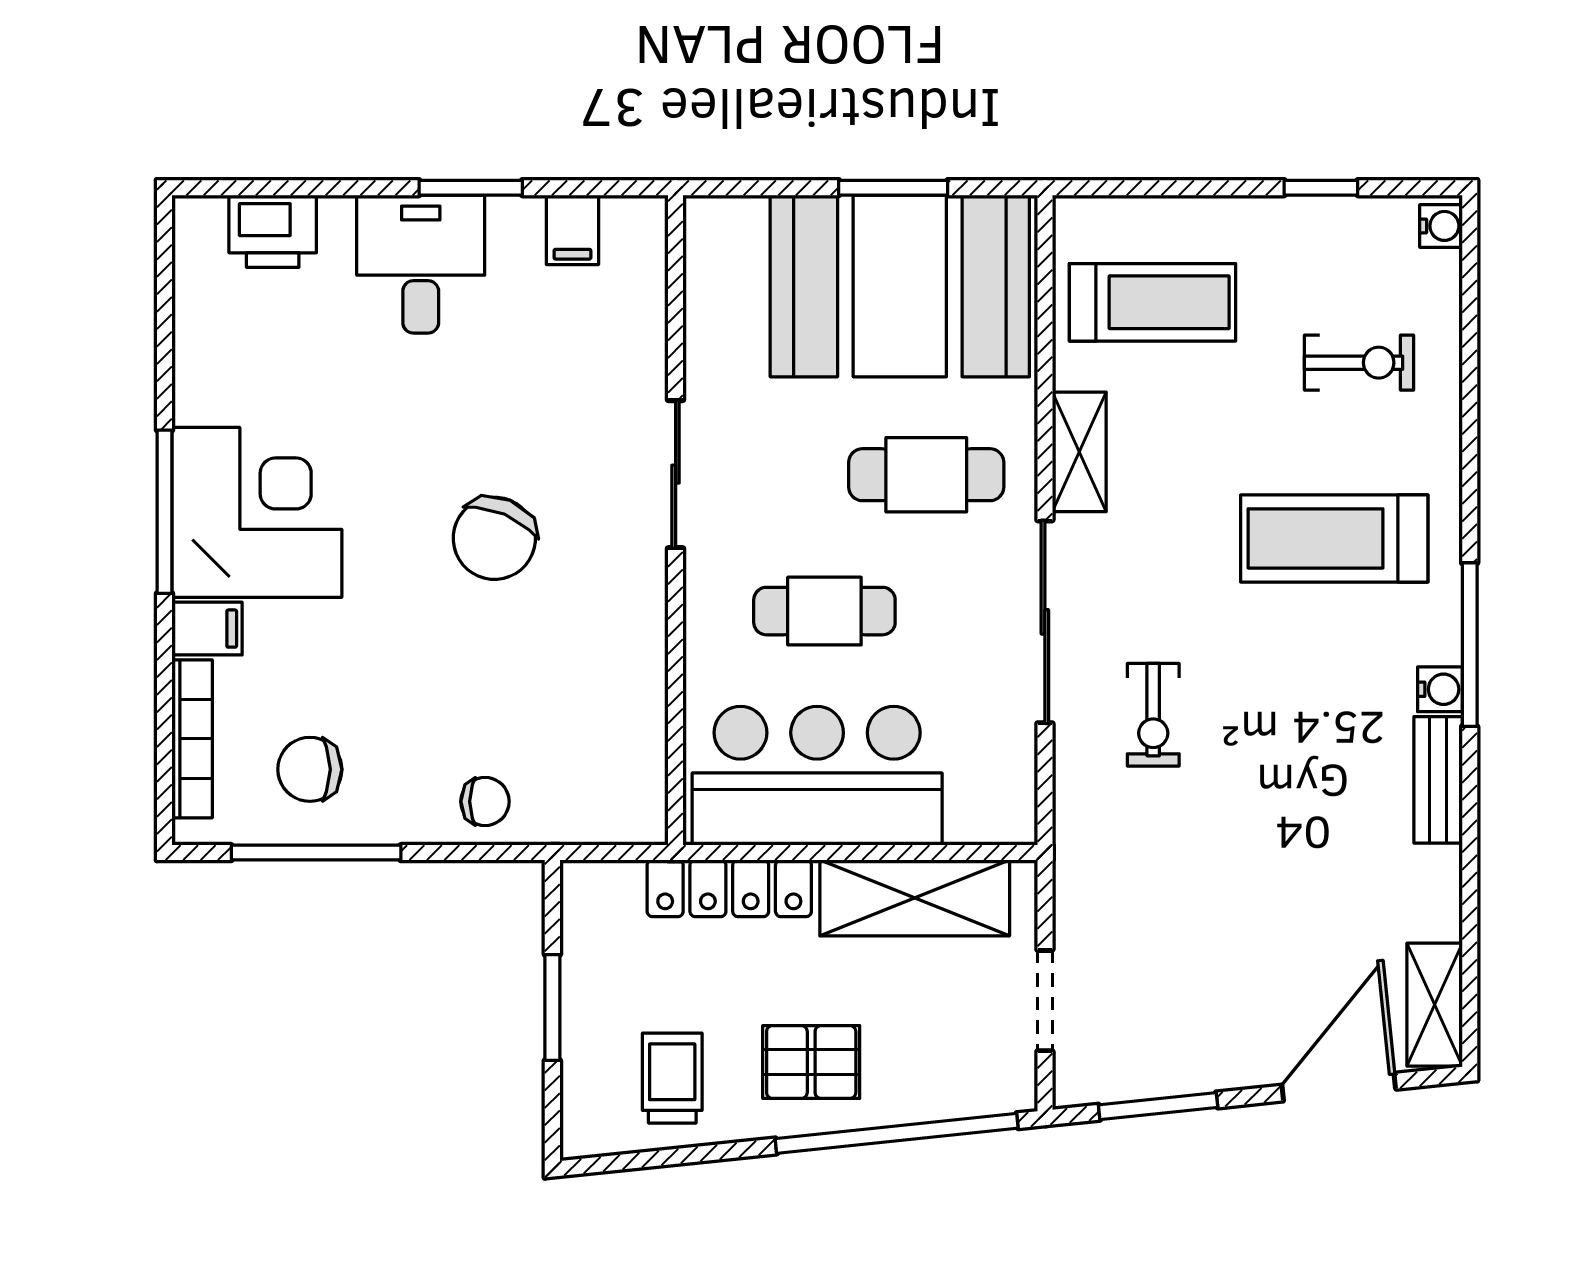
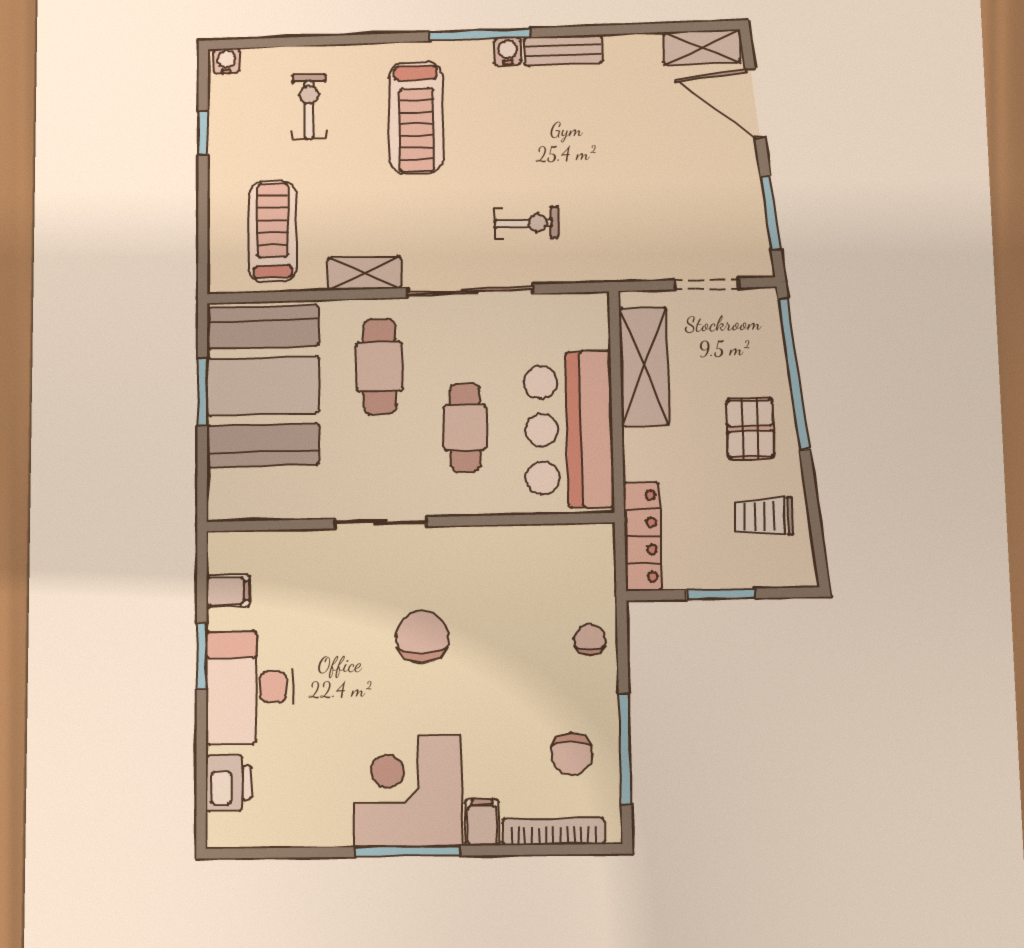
desk: (421, 264) -> (249, 687), width x1.37
chair: (494, 538) -> (422, 637), turned -113
locker: (729, 888) -> (643, 536), moved

